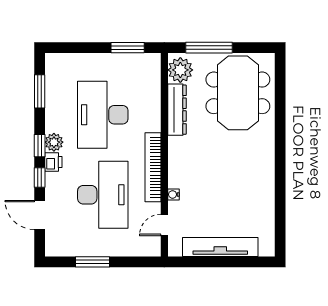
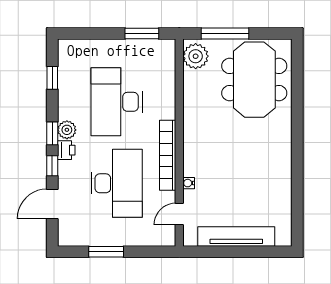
window: (40, 91) -> (52, 78), width x0.67
dresser: (177, 110) -> (192, 97), removed
door: (40, 215) -> (52, 204), hinge flipped

